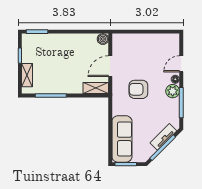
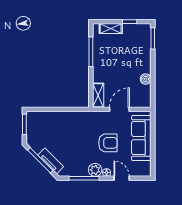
boiler: (103, 39) -> (146, 79), moved
door: (110, 66) -> (119, 109), hinge flipped
armchair: (138, 89) -> (108, 143), moved, turned 90
sofa: (122, 139) -> (141, 138), moved, turned 90

